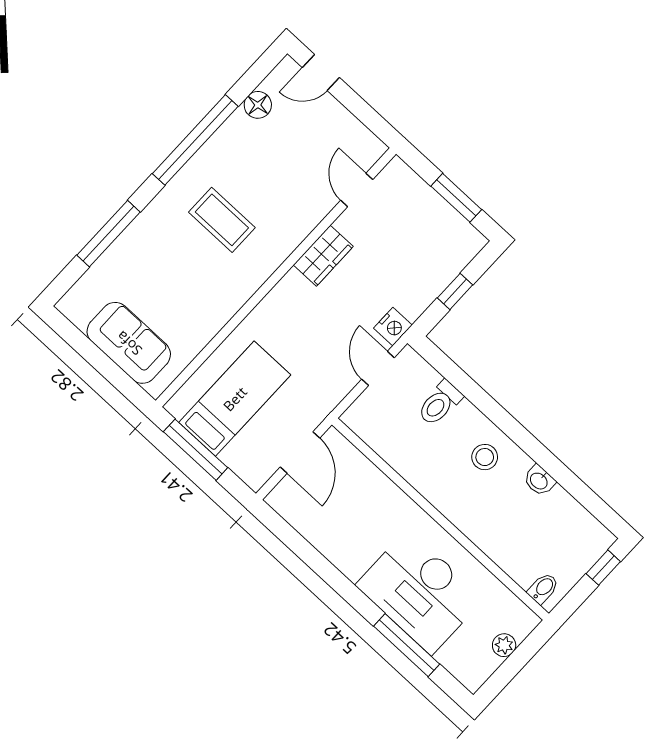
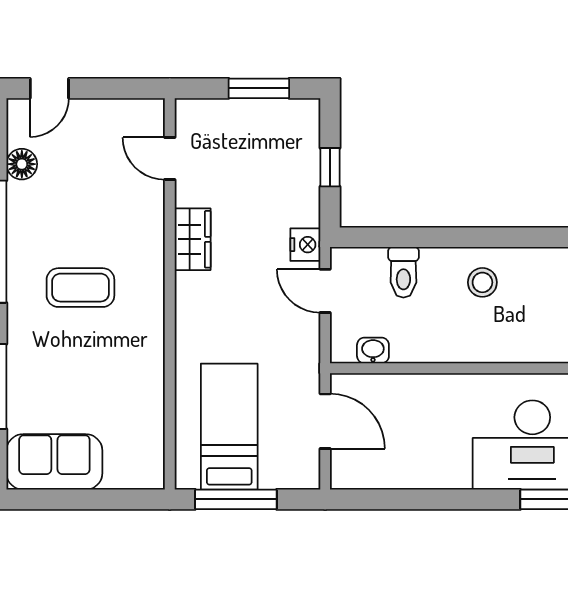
sofa: (129, 343) -> (54, 462), moved
washbasin: (539, 481) -> (373, 350), moved, turned 180

